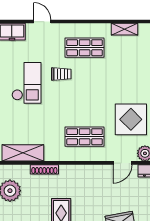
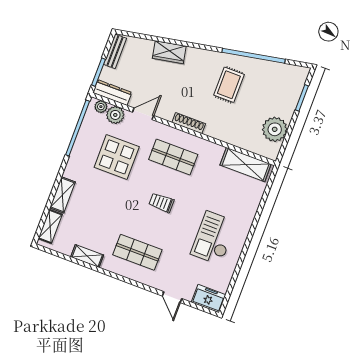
trolley: (61, 74) -> (161, 203), moved
shoe rack: (44, 169) -> (189, 123), moved

